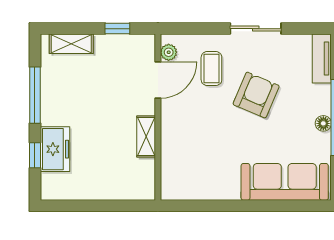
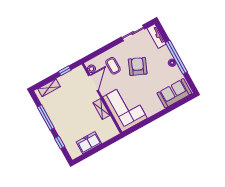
sliding door: (256, 29) -> (133, 33), moved
freezer: (55, 149) -> (89, 143), moved, turned -90
corner sofa: (191, 158) -> (125, 108), added
sofa: (285, 182) -> (174, 93), width x0.73

